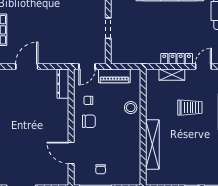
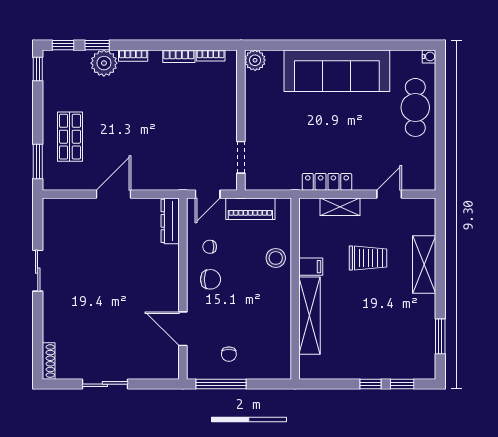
doorway: (108, 28) -> (241, 157), moved
locker: (177, 59) -> (327, 182), moved
filing cabinet: (153, 113) -> (311, 267), added

